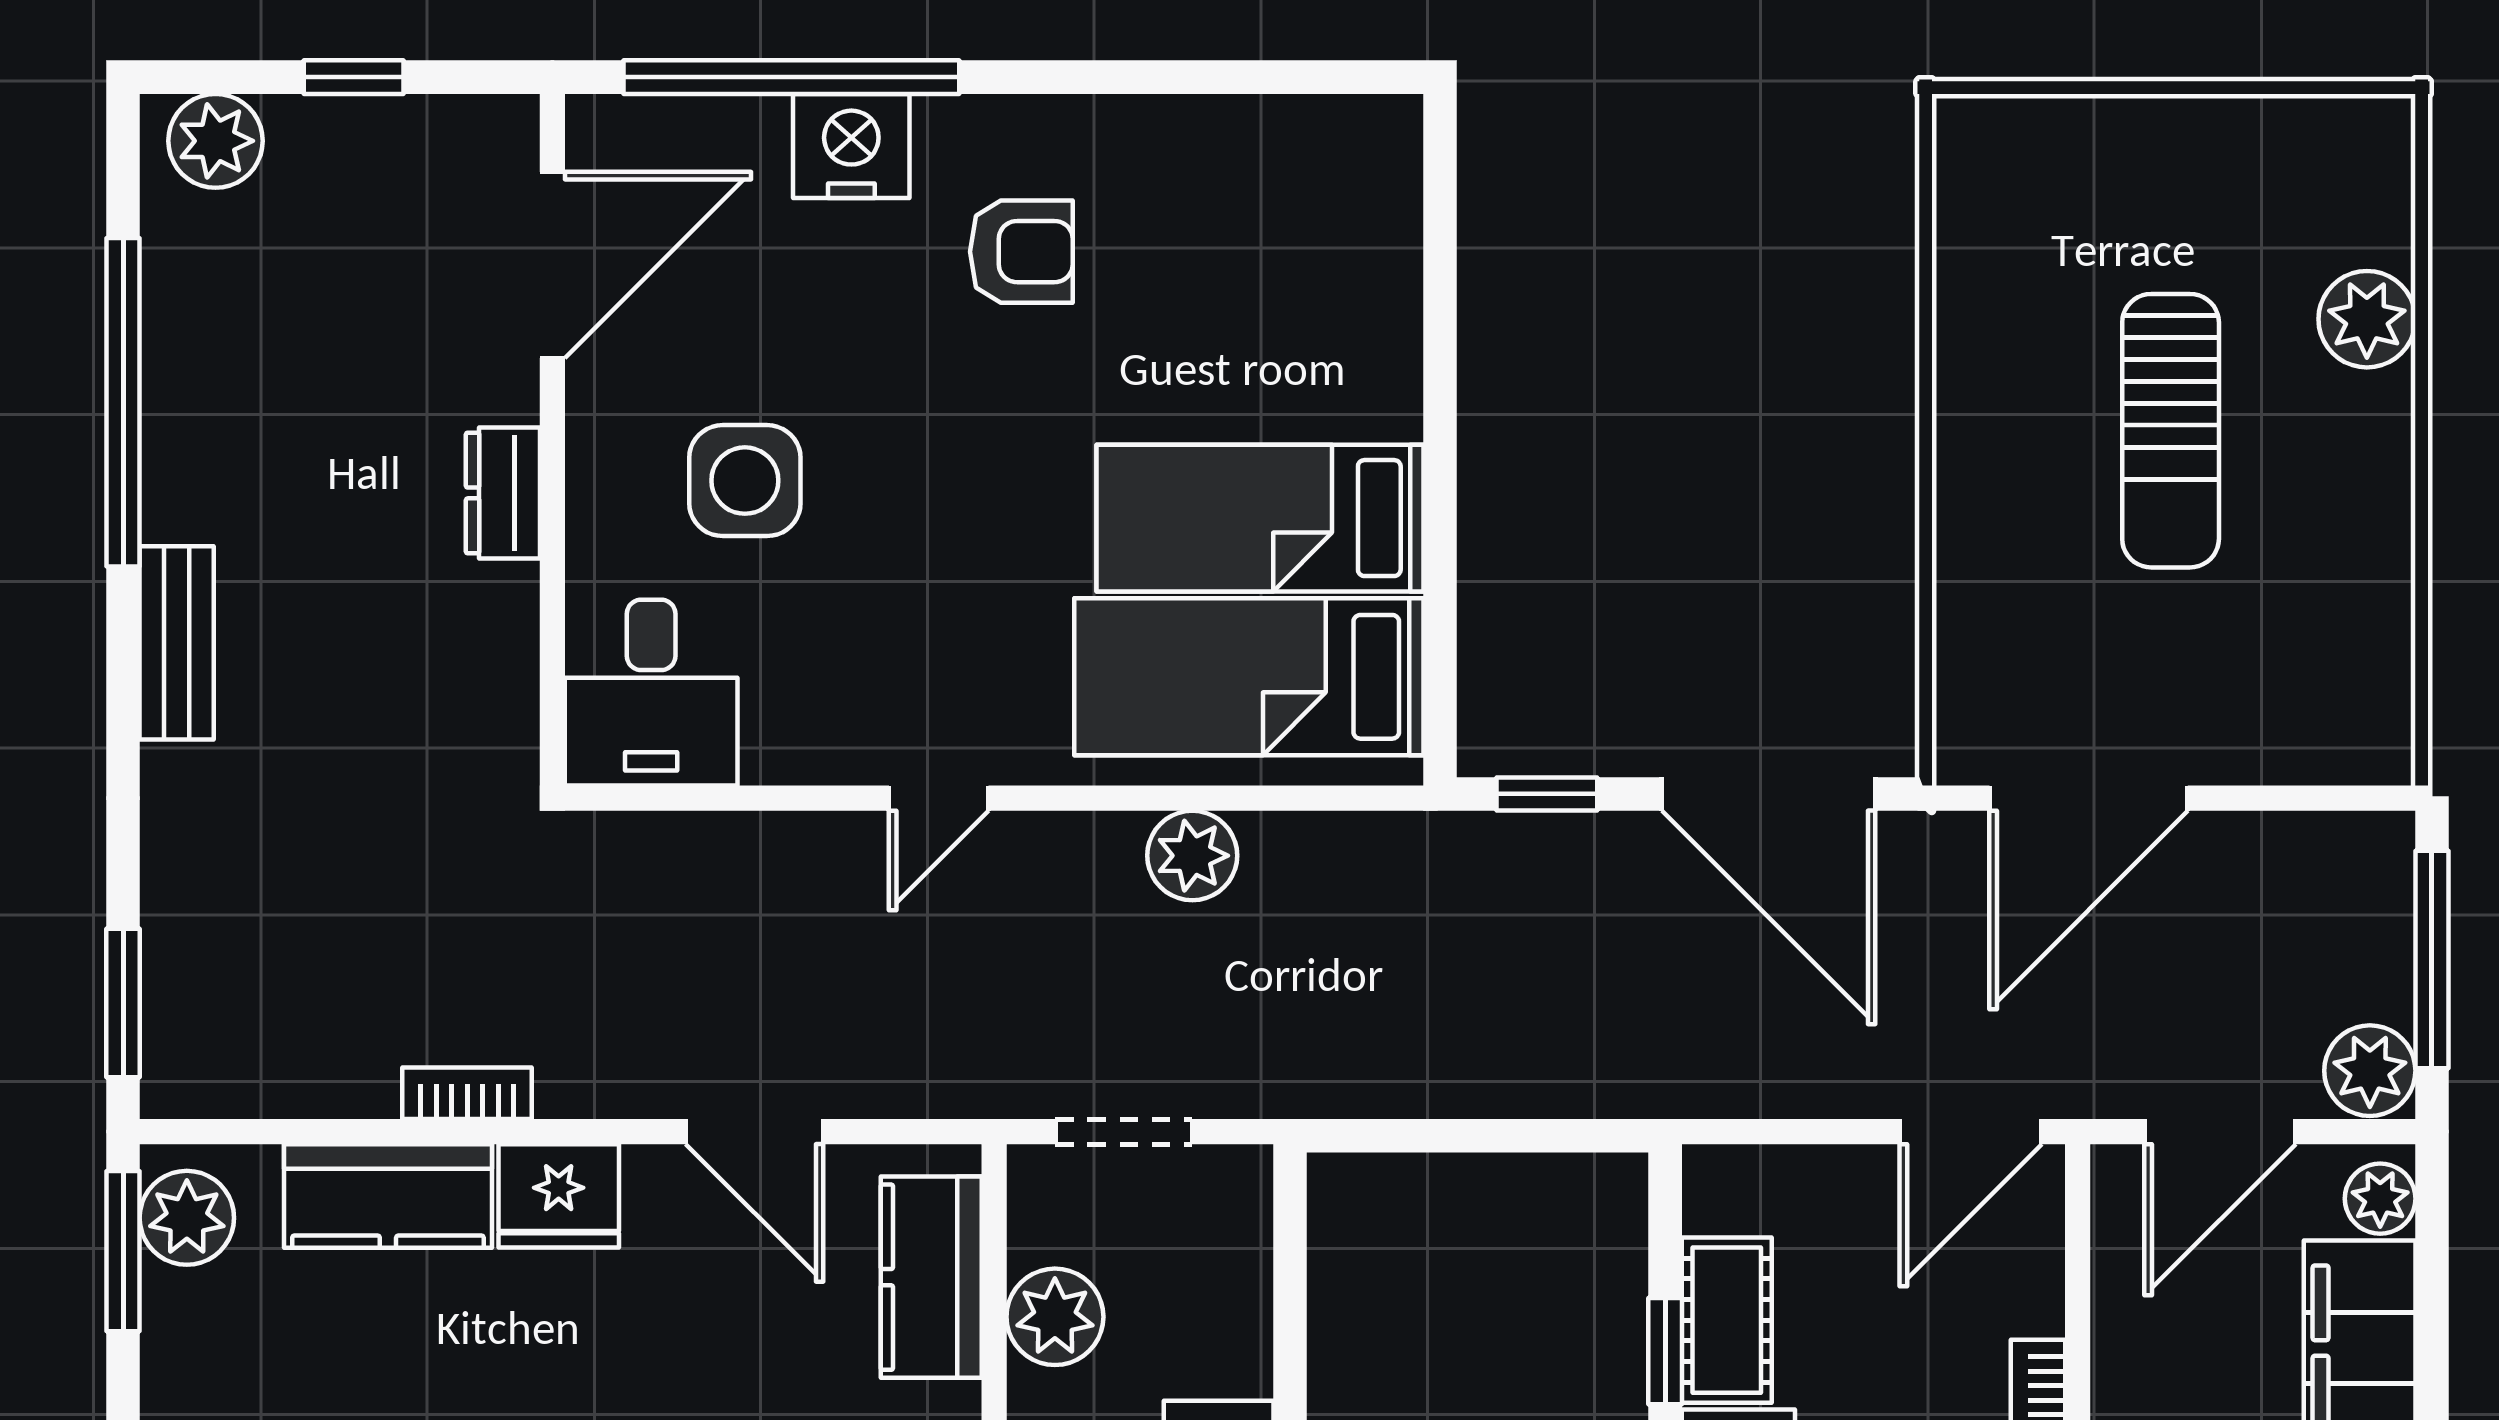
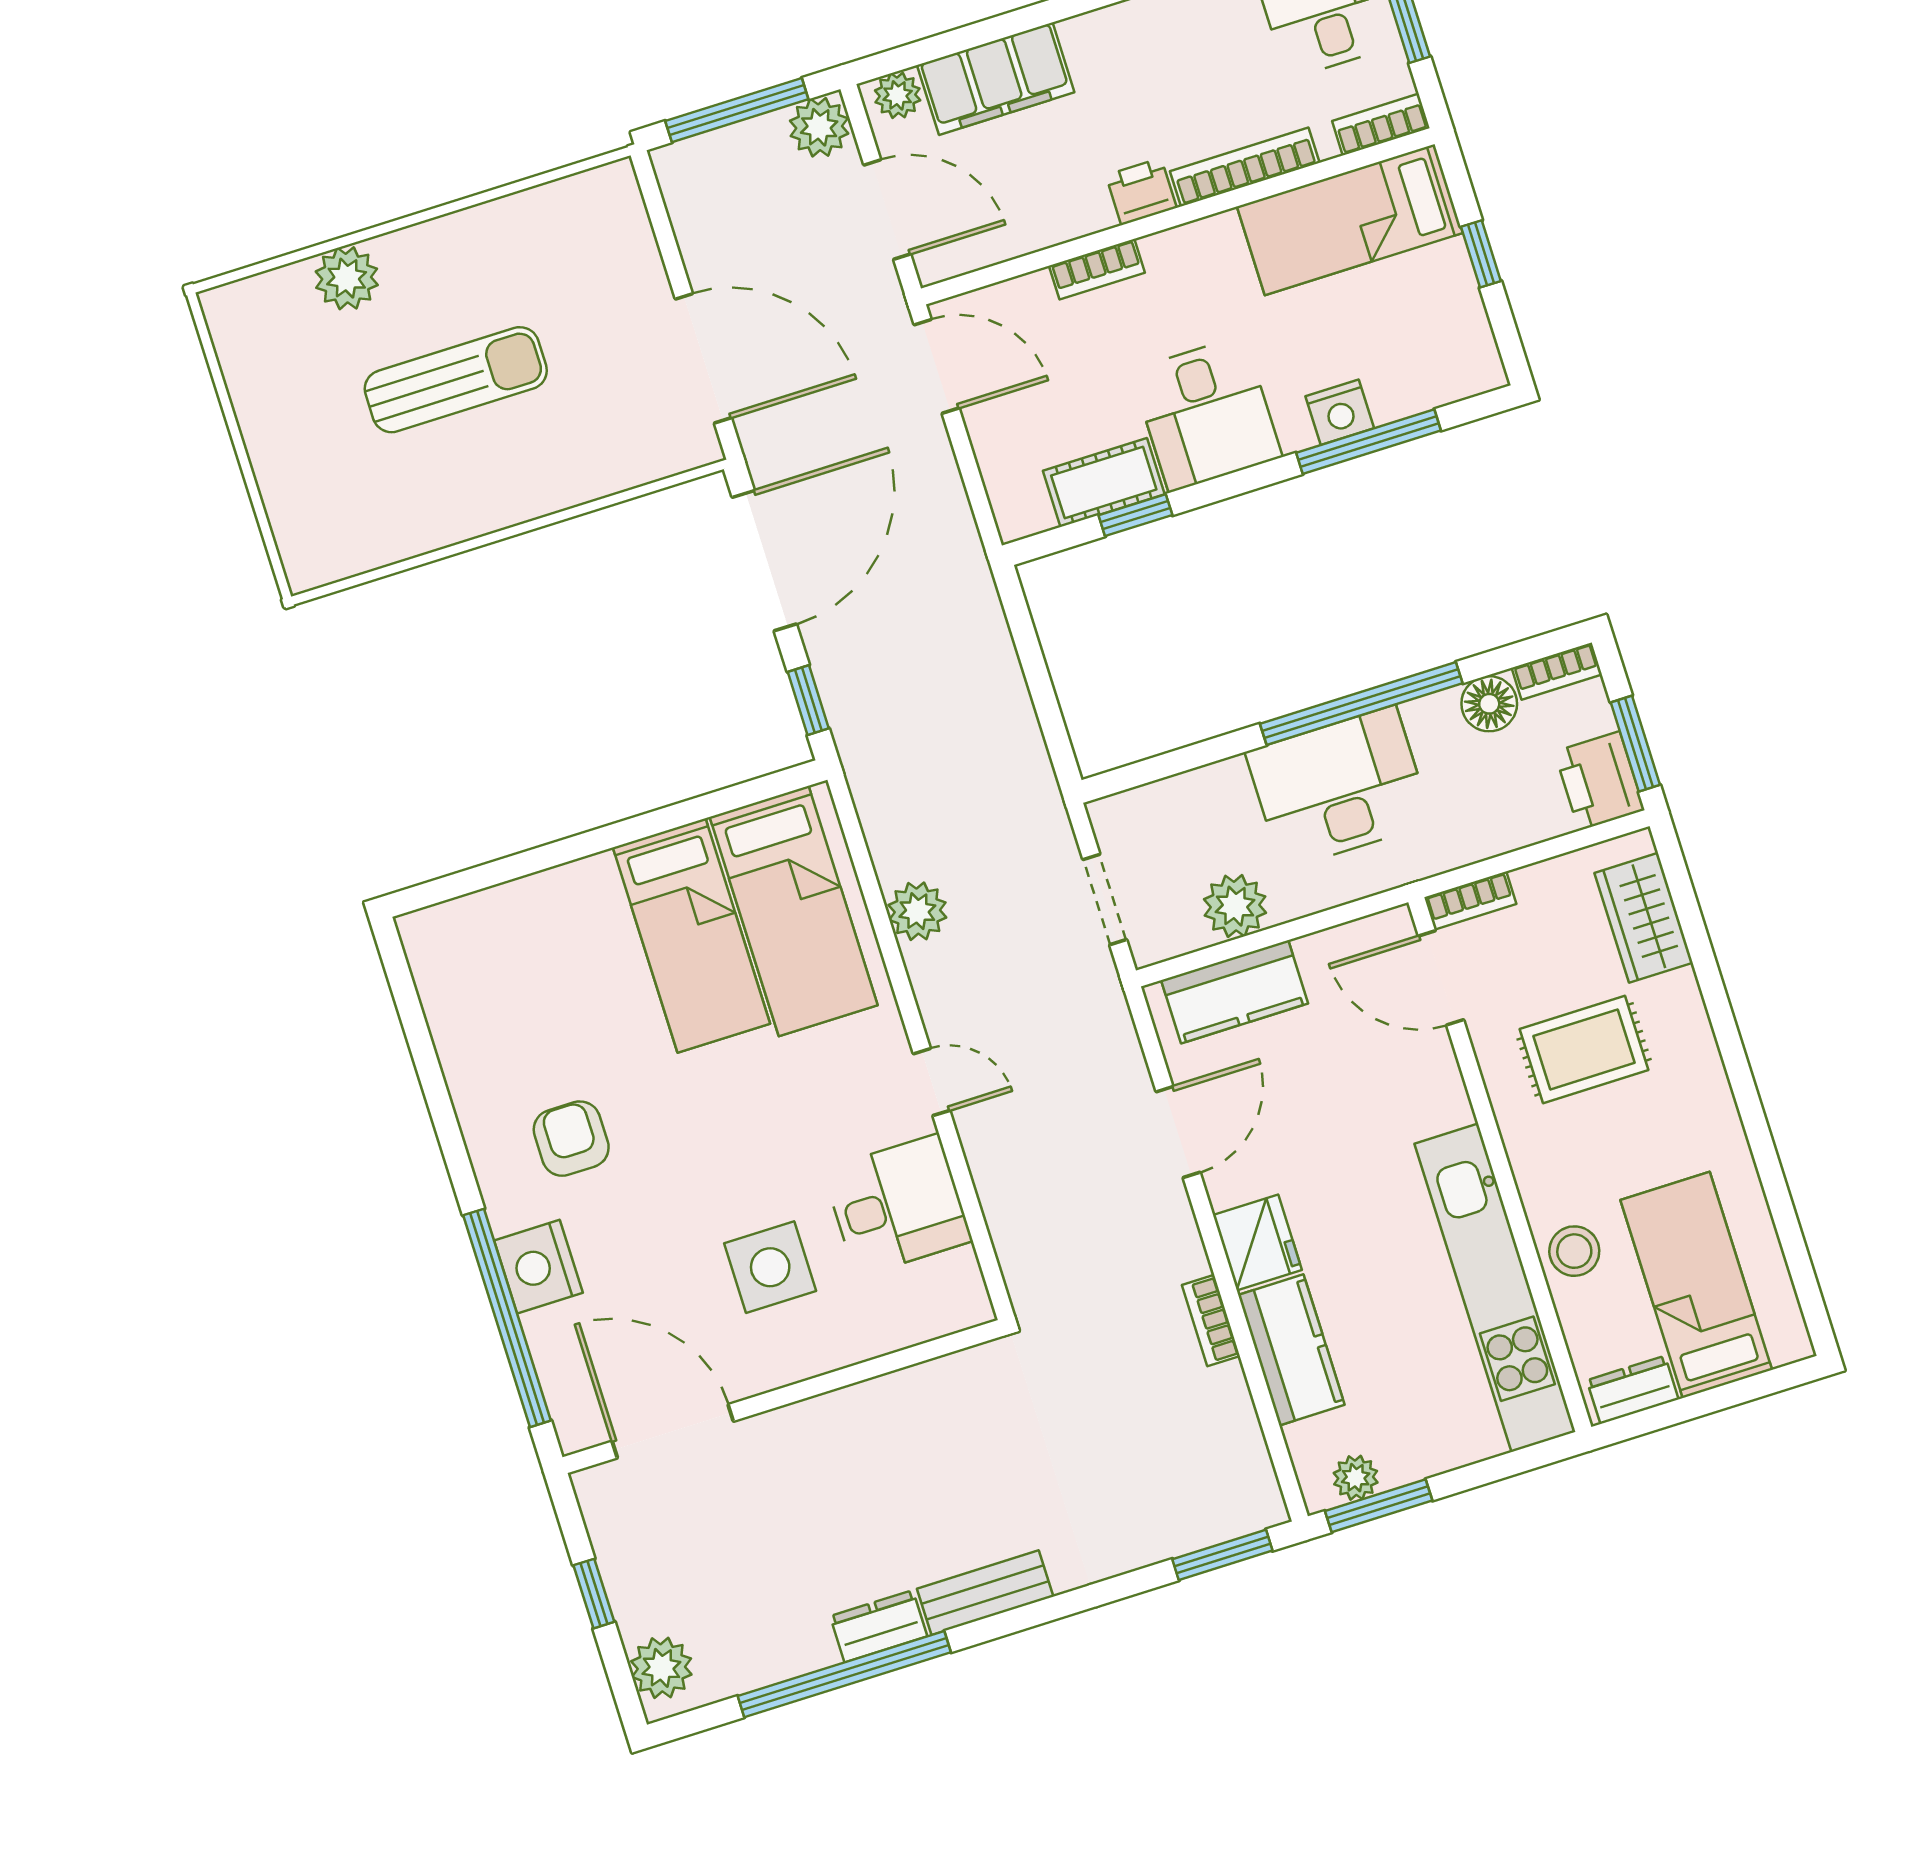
dresser: (503, 493) -> (879, 1626), moved, turned 180
desk: (651, 693) -> (897, 1205), moved
plant: (187, 1218) -> (1356, 1478), width x0.73, depth x0.73

